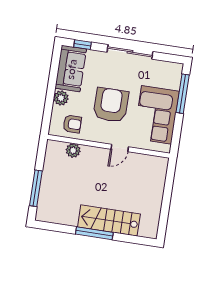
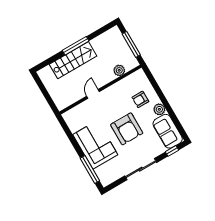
wall: (108, 146) -> (100, 90), moved
door: (120, 148) -> (93, 94), moved
plant: (73, 150) -> (119, 70), moved

